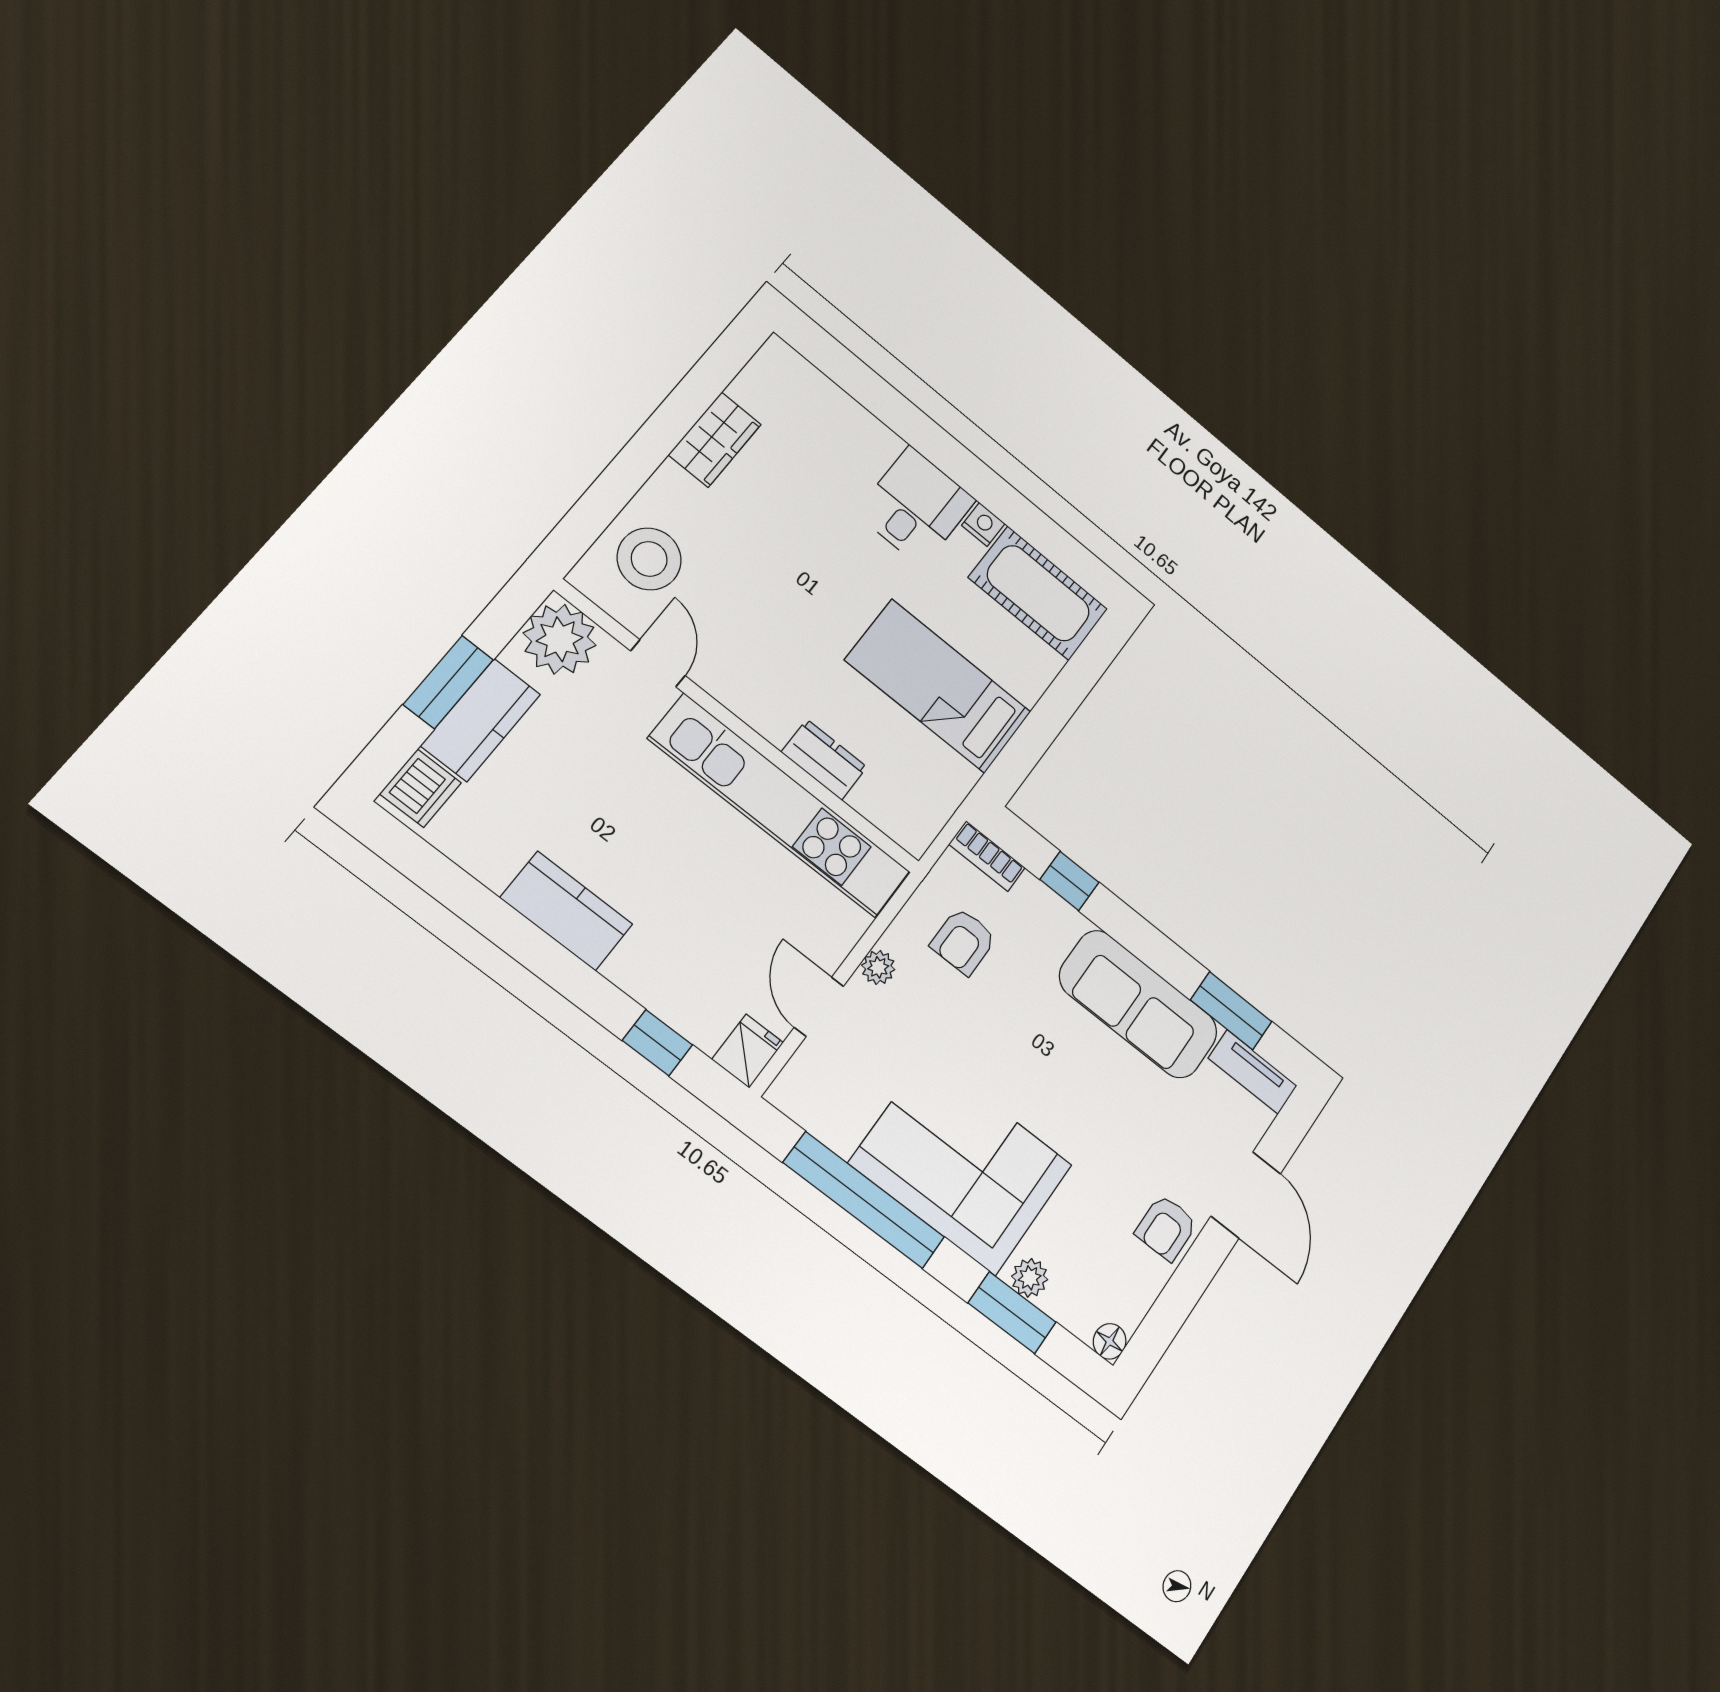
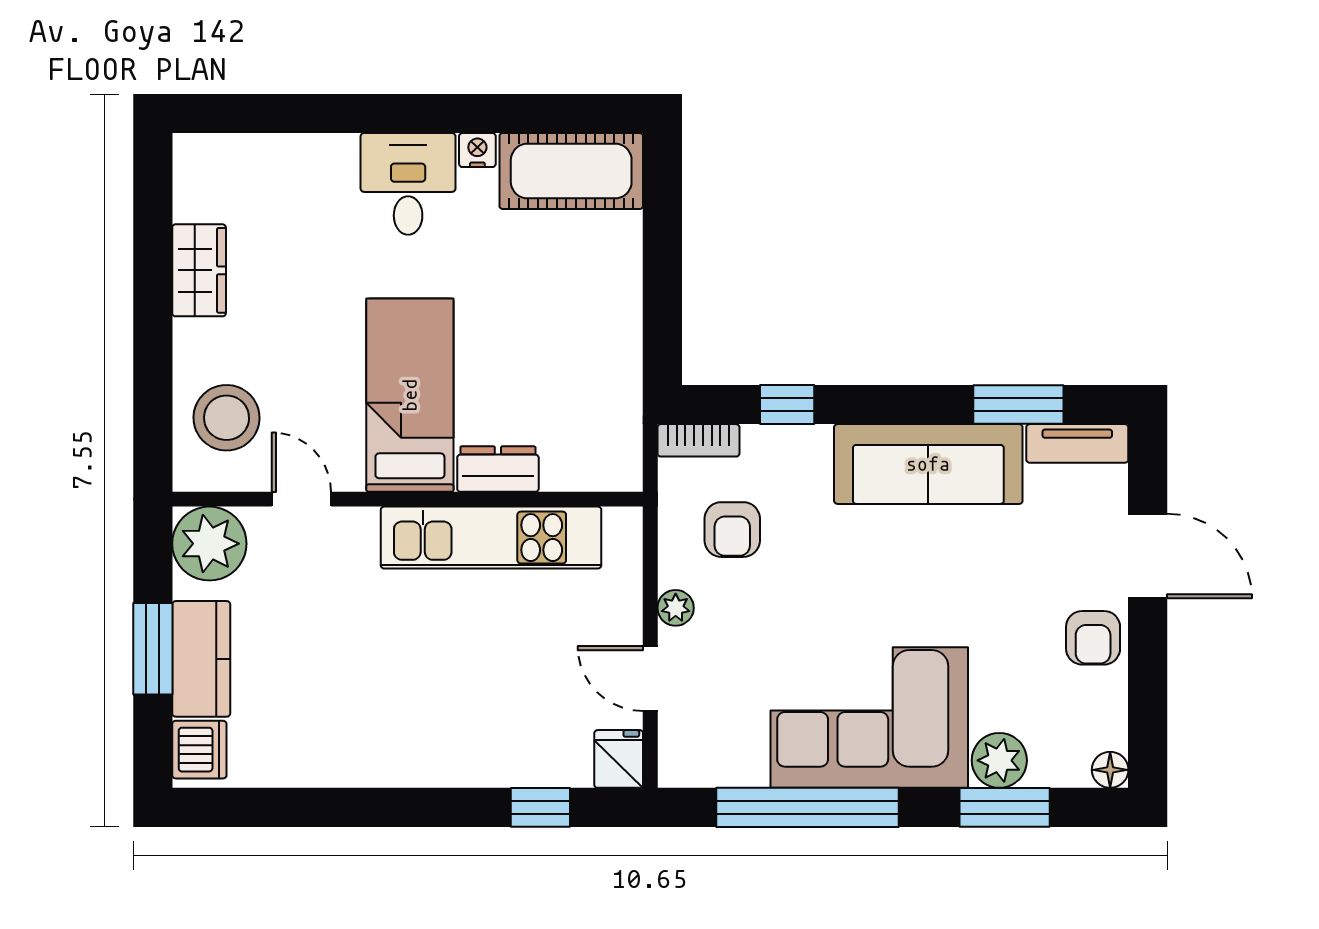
bed: (938, 686) -> (410, 395), moved, turned 90
kitchen unit: (780, 806) -> (491, 538), width x0.73
kitchen counter: (567, 911) -> (387, 758), removed
plant: (1030, 1278) -> (999, 760), width x1.38, depth x1.38

